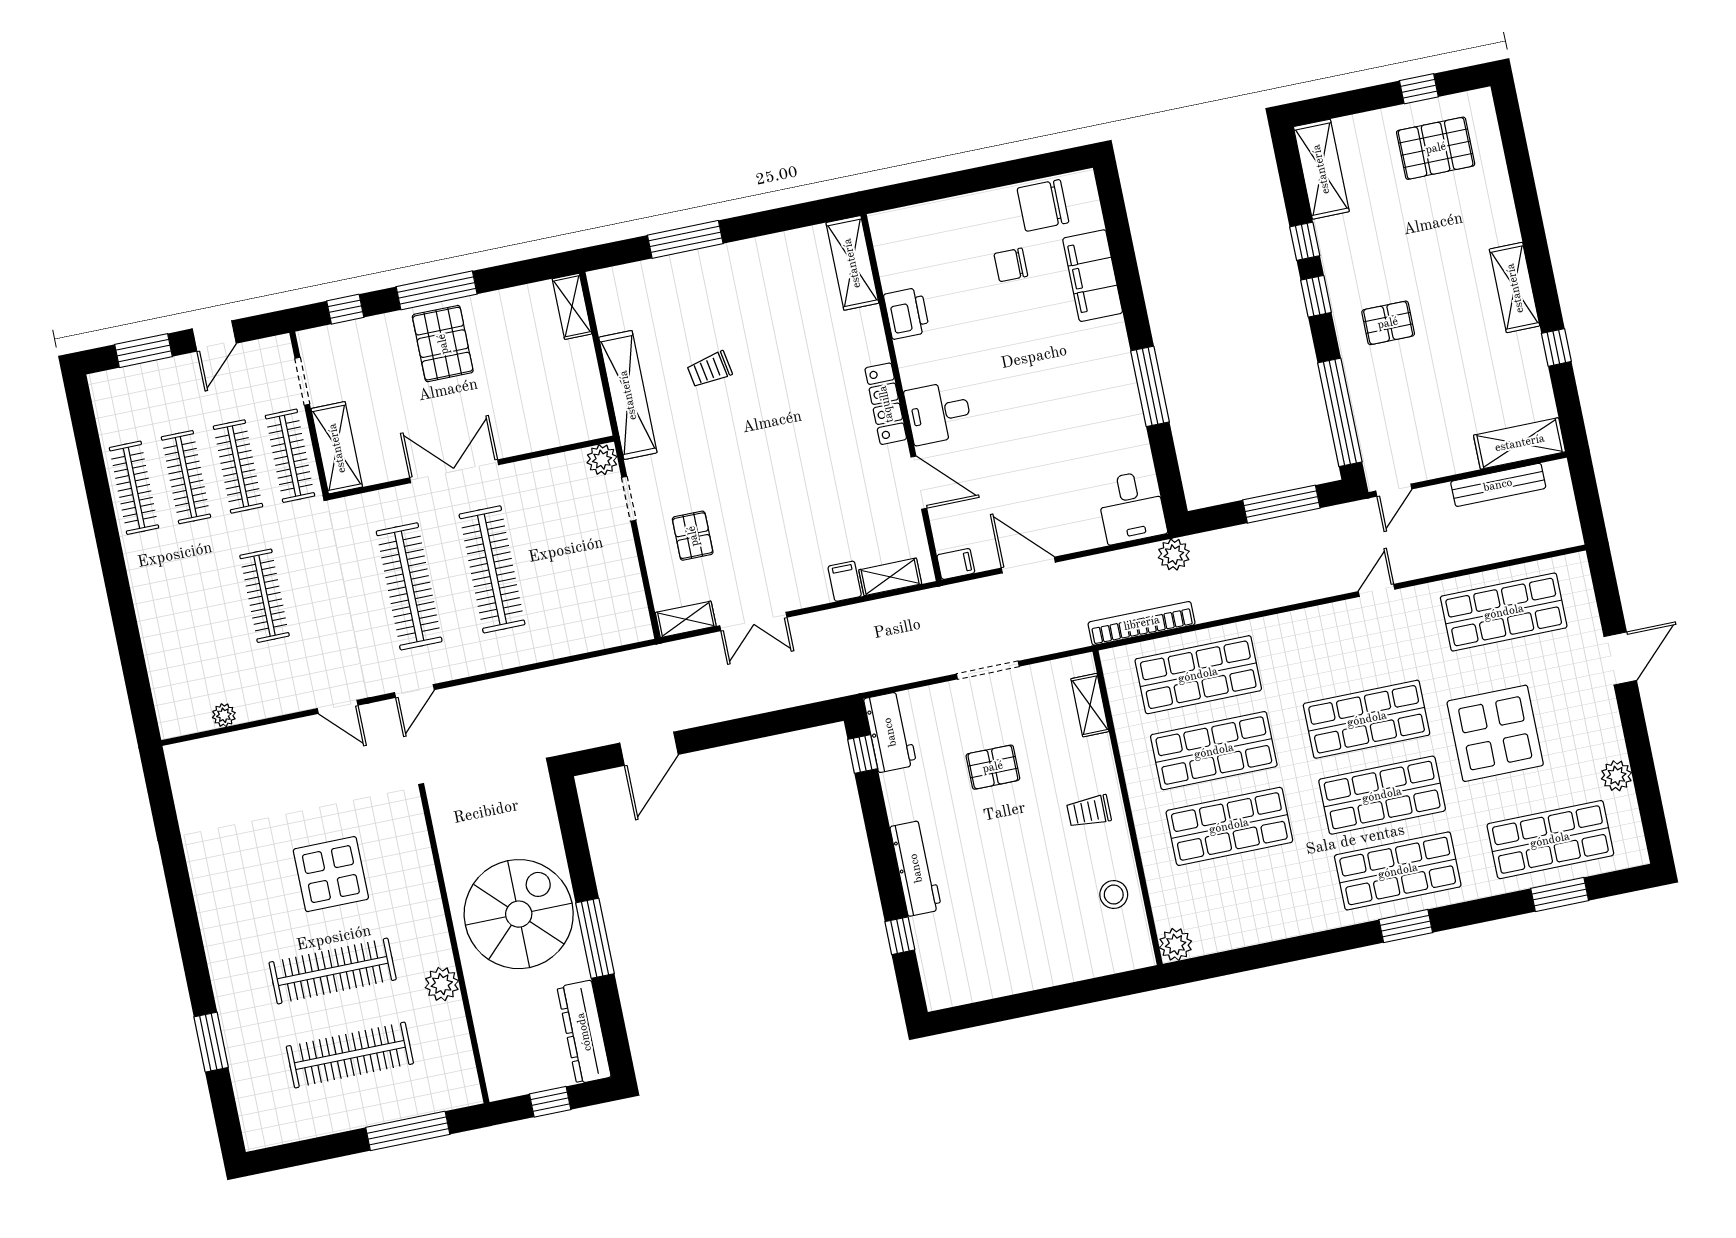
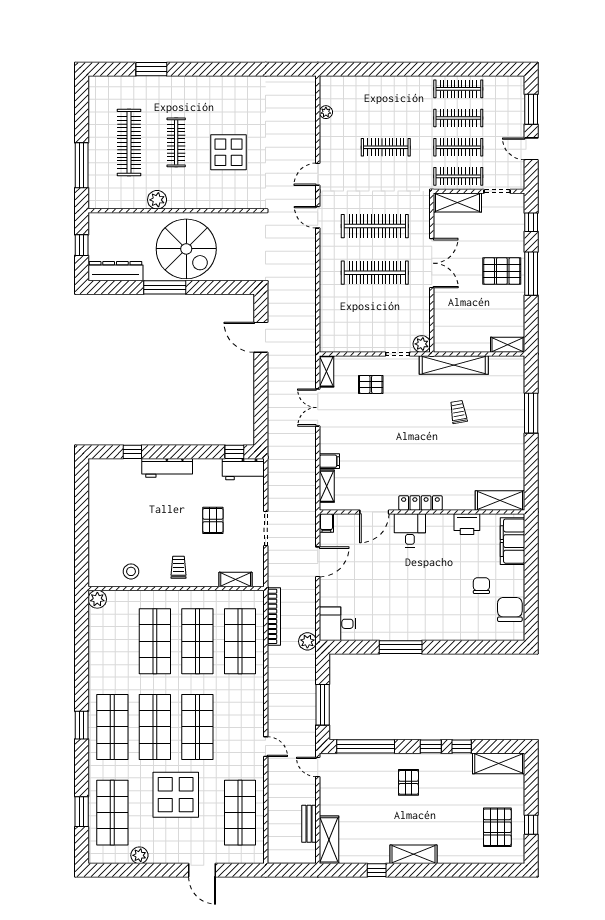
filing cabinet: (1093, 276) -> (512, 541), moved, turned -90
bench: (1498, 485) -> (309, 824), width x0.73
clothes rail: (333, 971) -> (176, 142), width x0.73, depth x0.76

